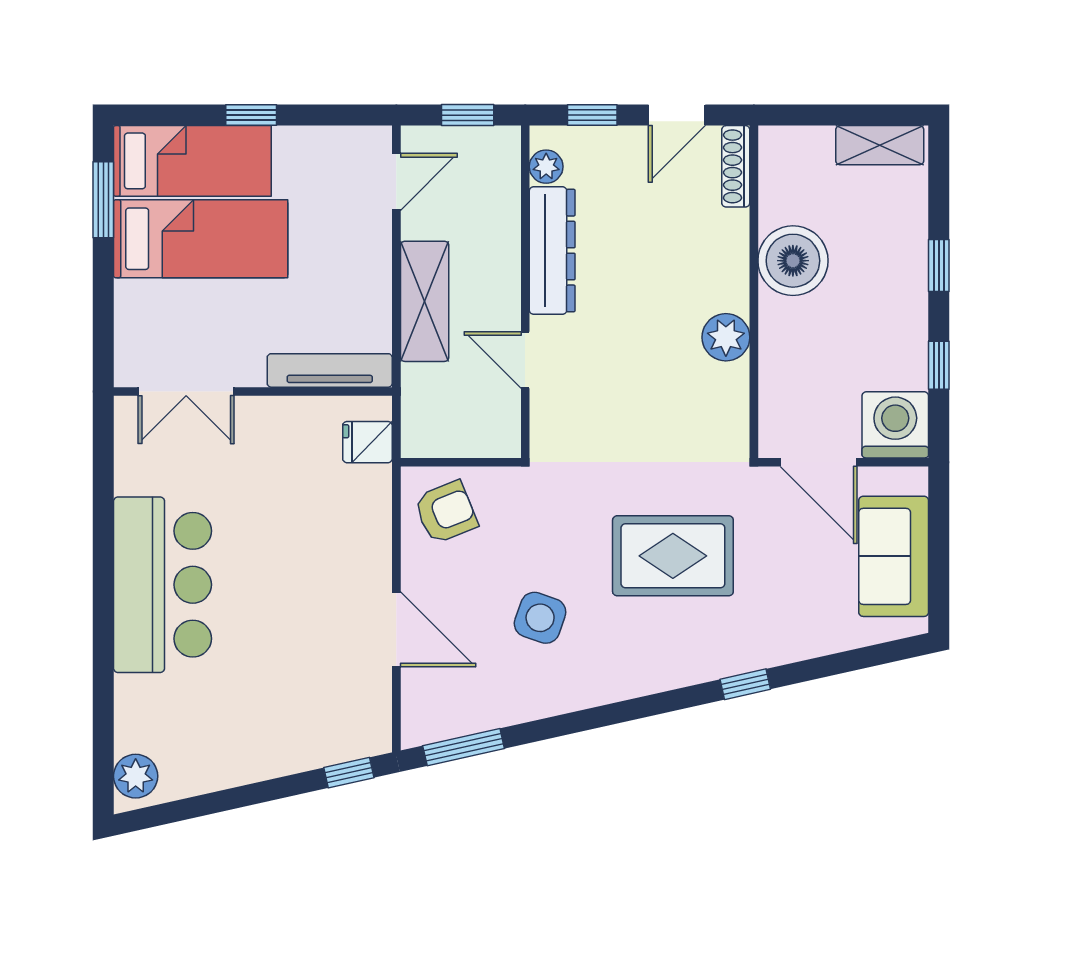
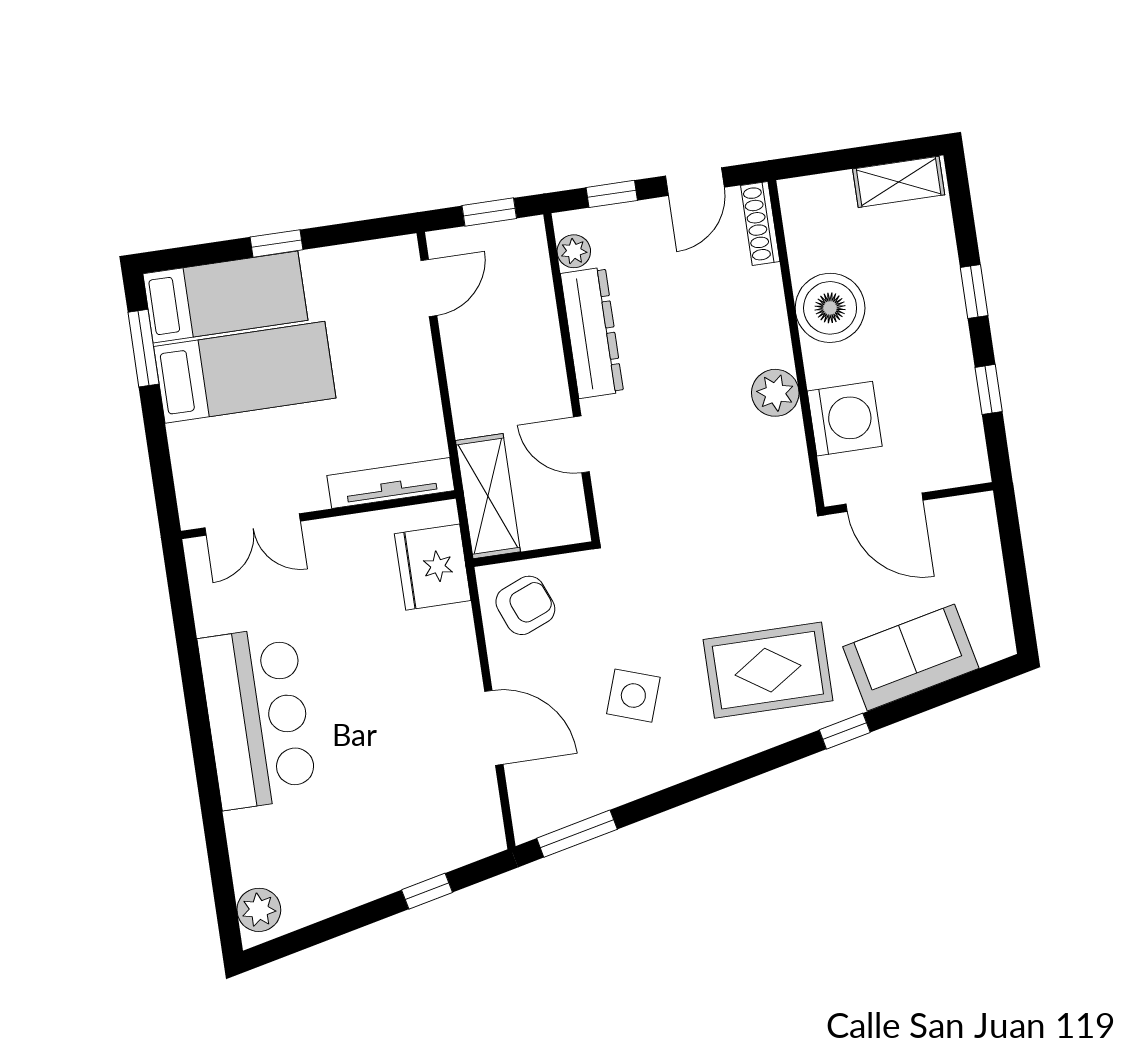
shelving: (425, 301) -> (488, 496), moved
washing machine: (895, 425) -> (845, 419), moved, turned 90
fridge: (367, 442) -> (433, 567), width x1.88, depth x1.34
rug: (673, 556) -> (768, 670), moved
sofa: (894, 556) -> (911, 658), moved, turned 77
window: (349, 773) -> (427, 891), moved

